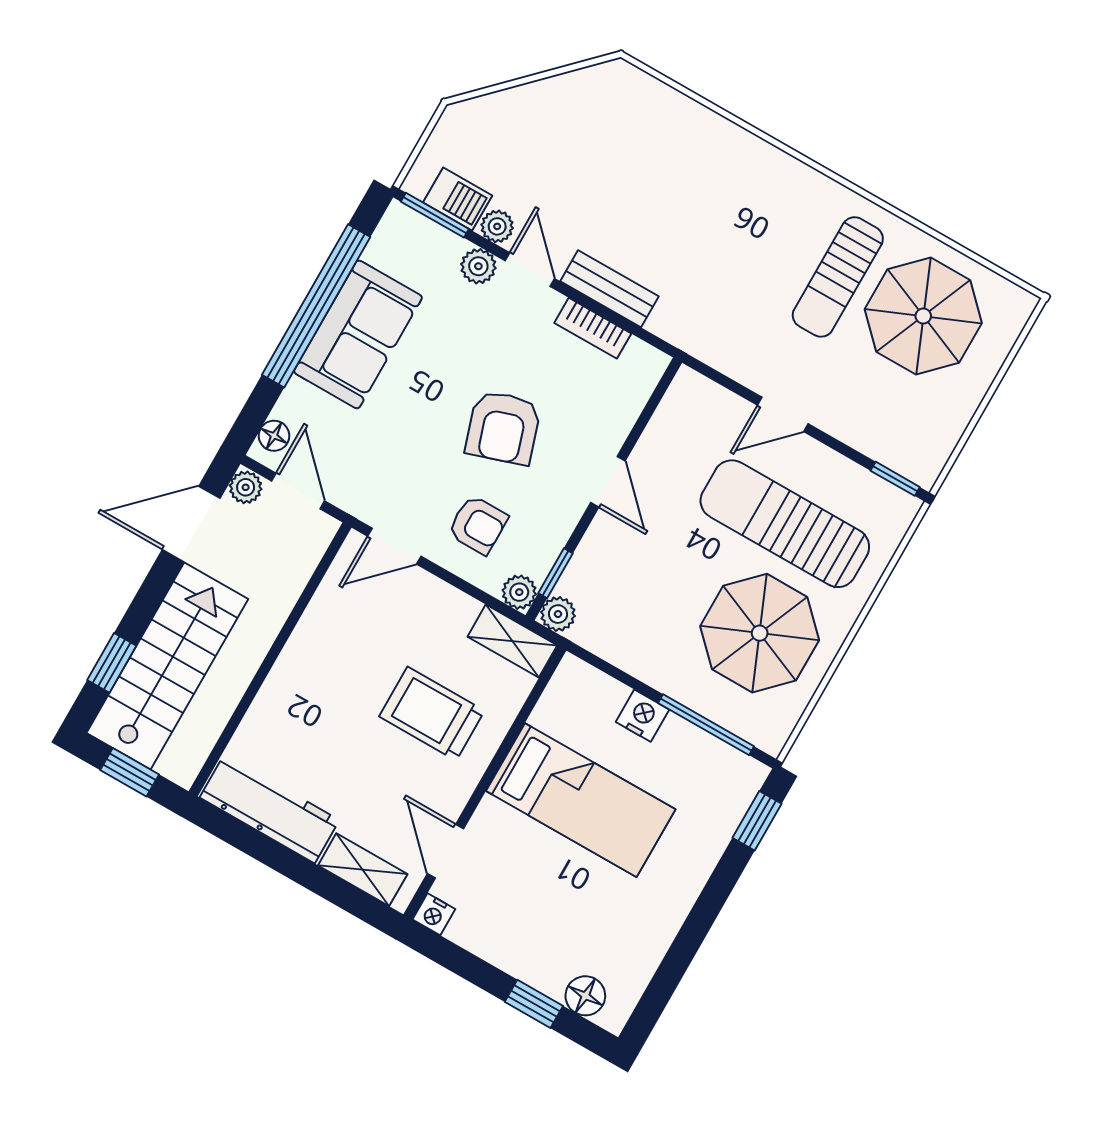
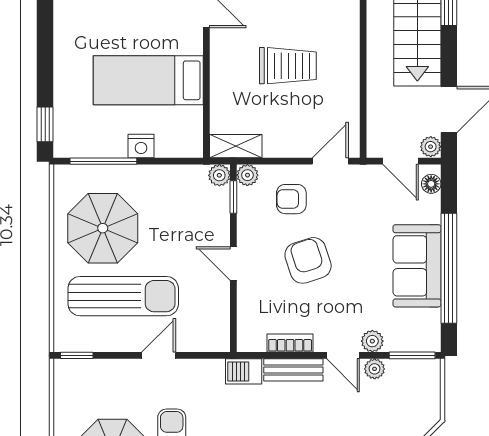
barbecue: (458, 199) -> (244, 371), moved
trolley: (432, 714) -> (288, 66), moved

